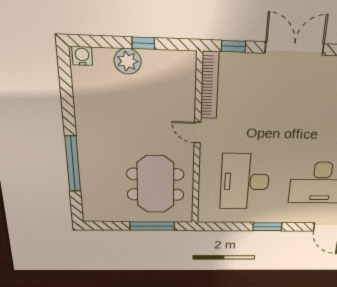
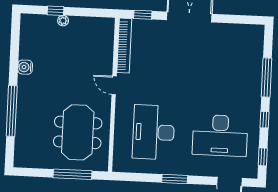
window: (143, 43) -> (55, 11), moved
water cooler: (82, 56) -> (25, 67), moved, turned -90
plant: (128, 61) -> (63, 21), width x0.53, depth x0.53

